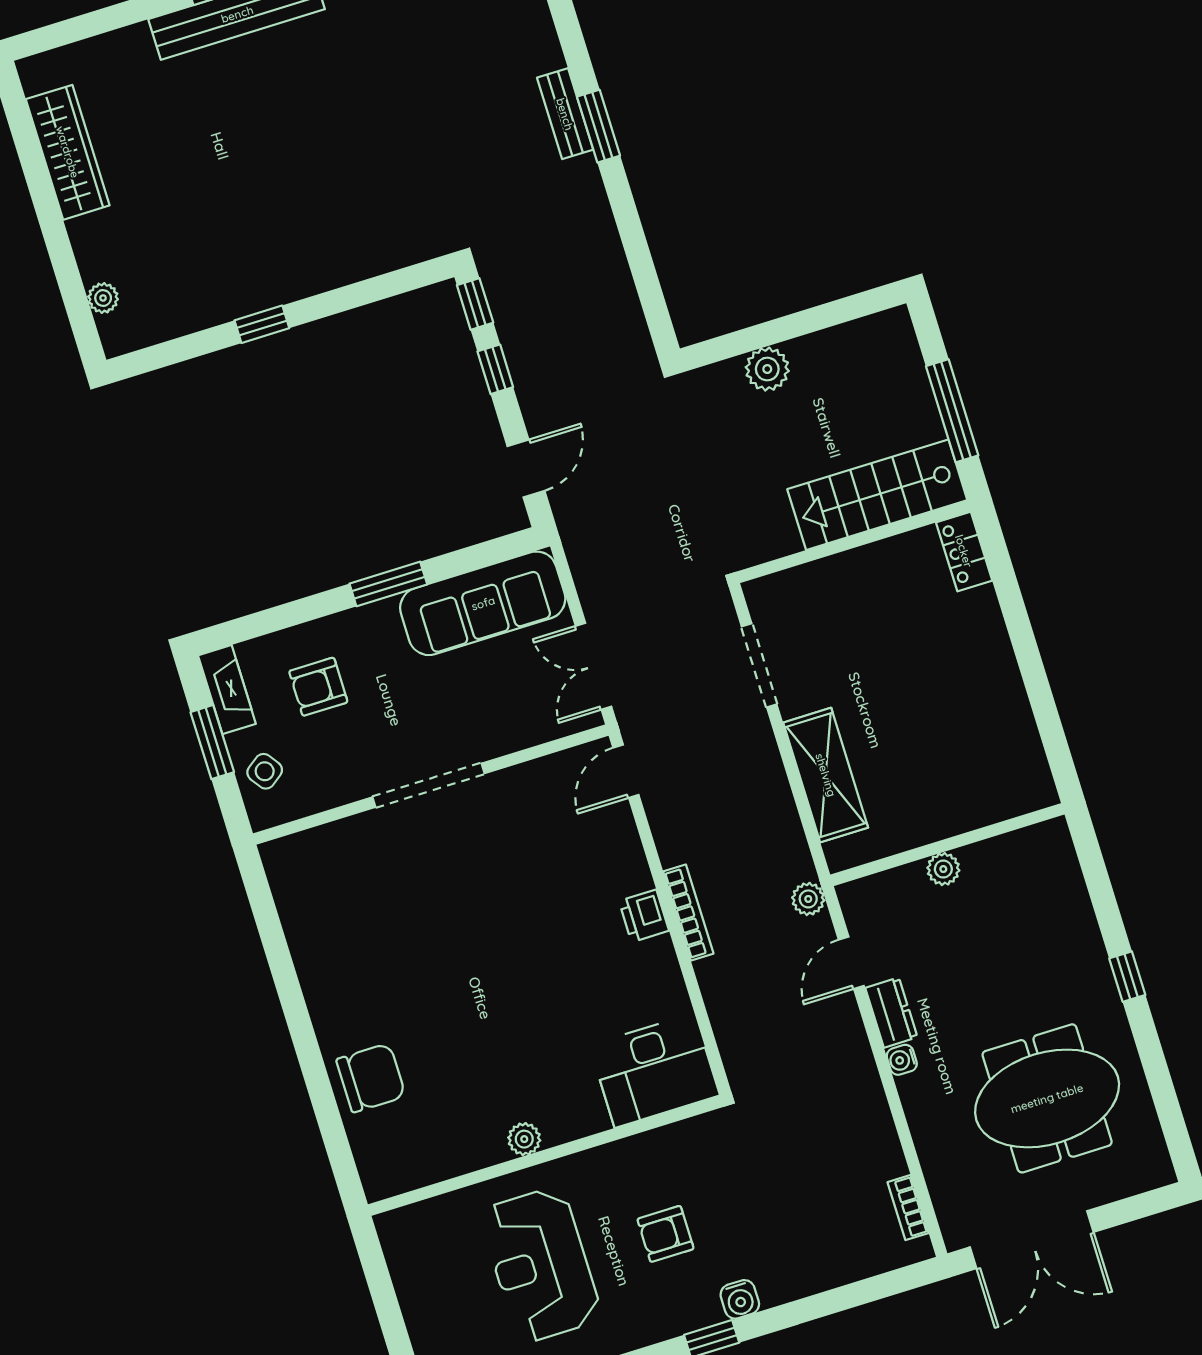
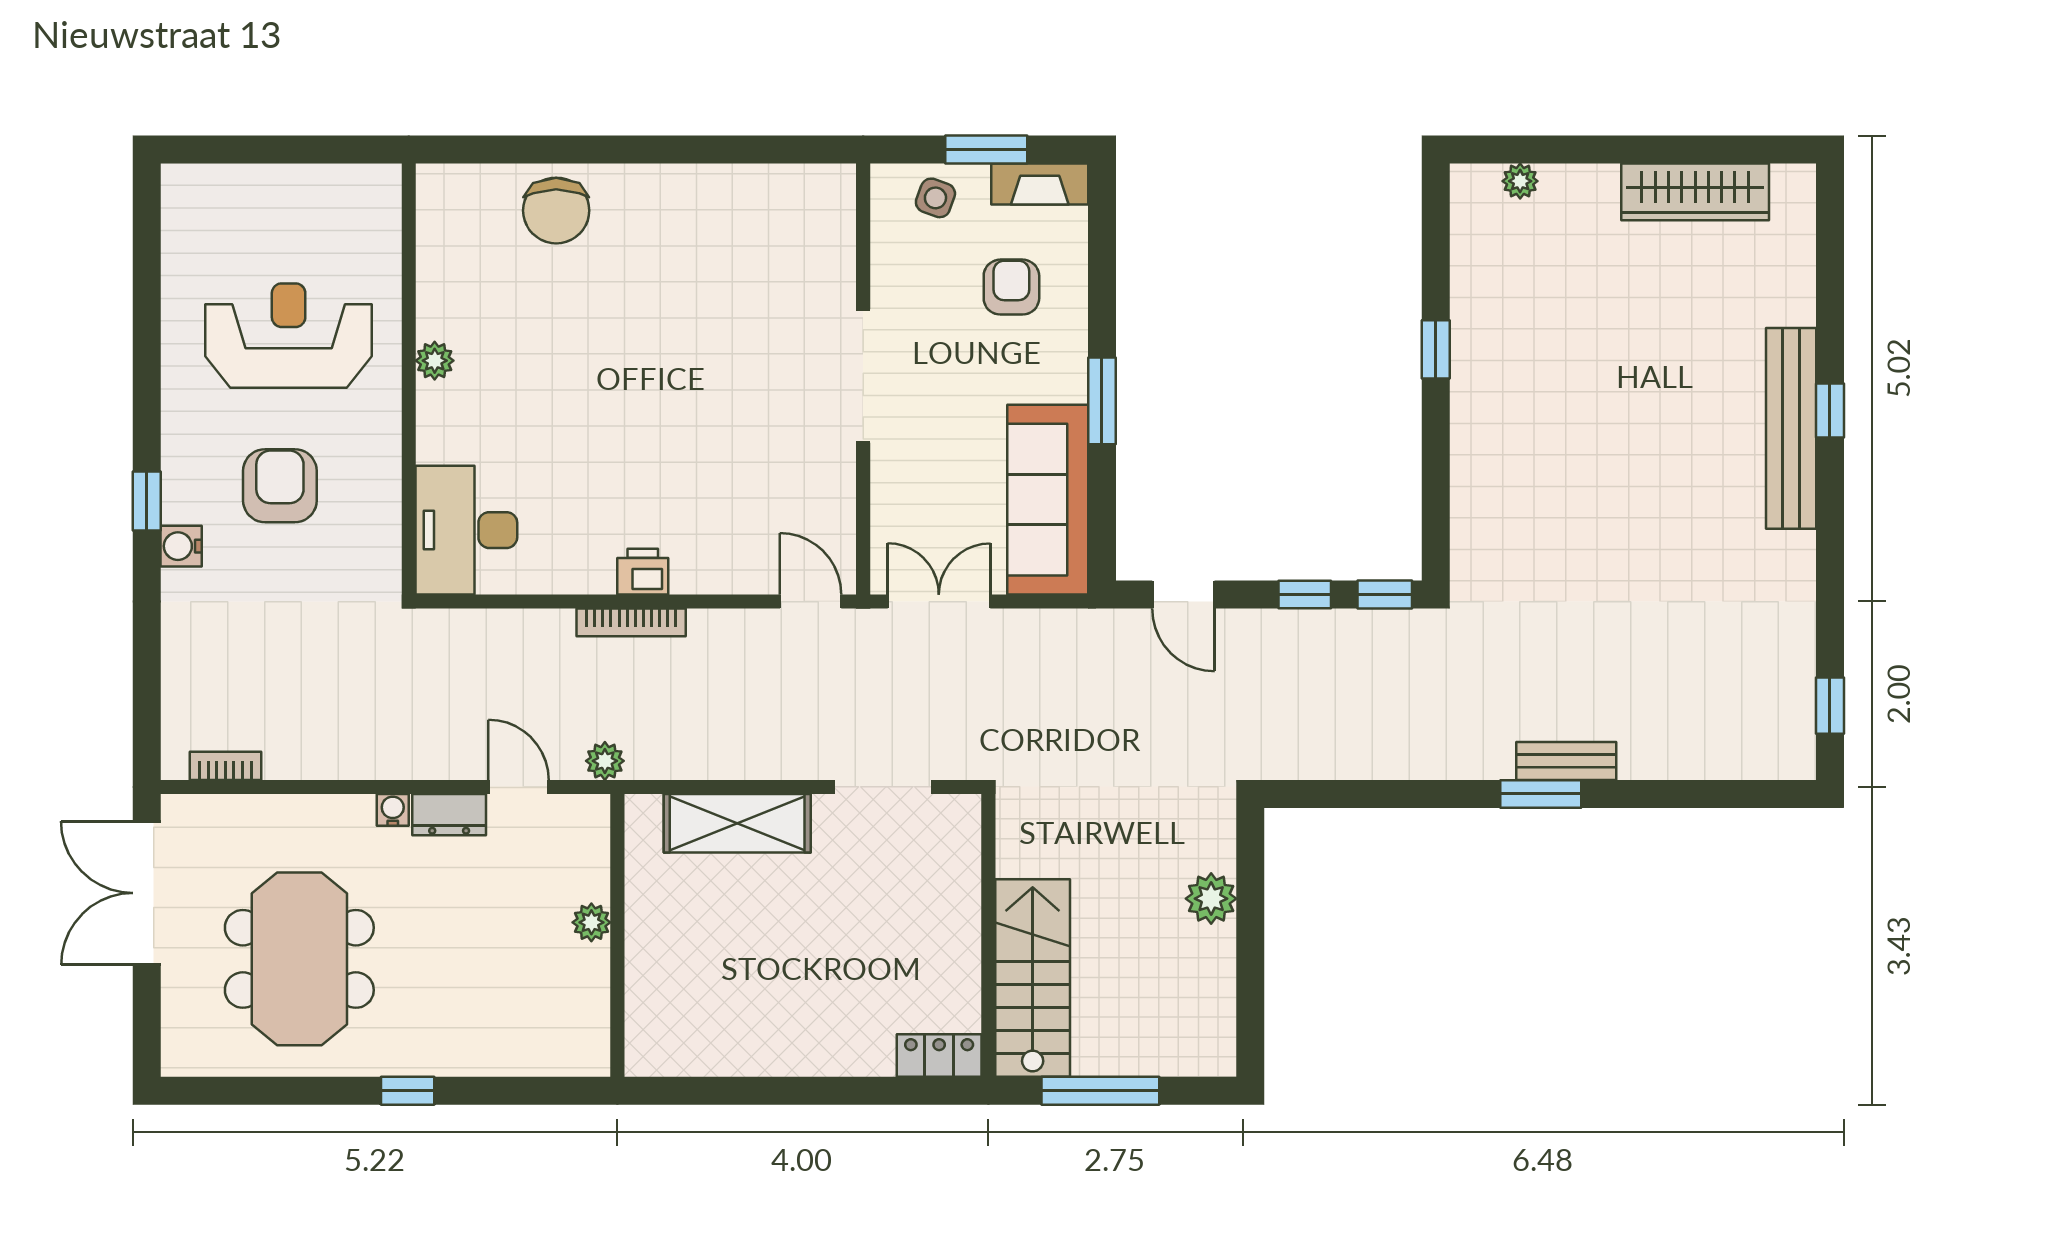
side table: (265, 771) -> (935, 198), turned -34
armchair: (666, 1234) -> (280, 486), width x1.38, depth x1.38

